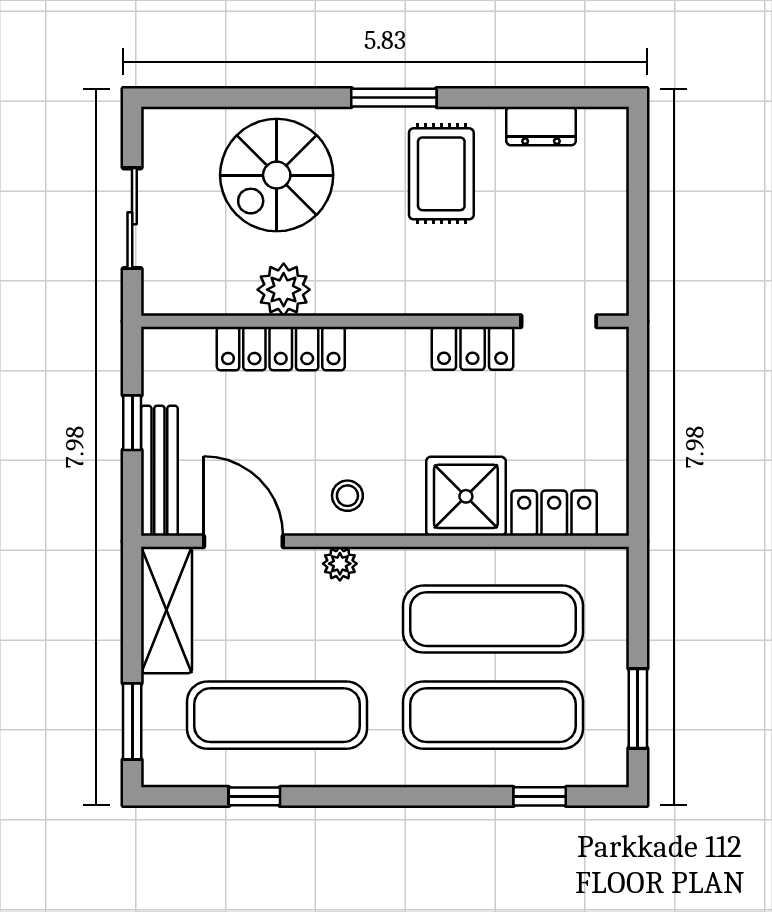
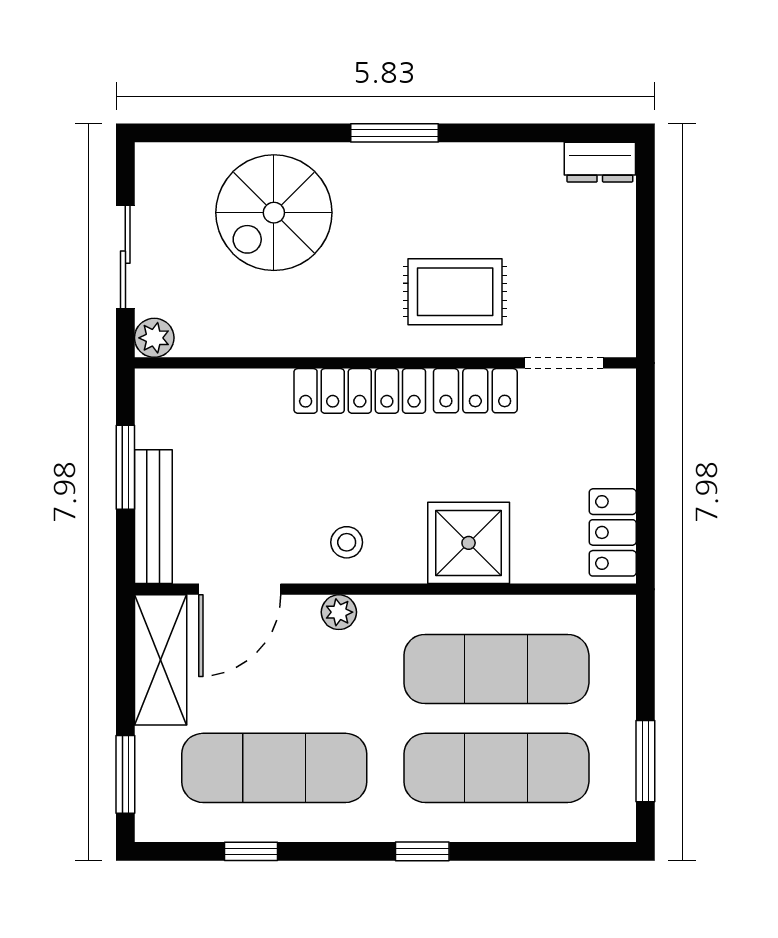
dresser: (541, 126) -> (600, 162), moved
rug: (441, 174) -> (455, 292), moved, turned 90
plant: (284, 290) -> (154, 338), moved, width x0.73, depth x0.73
locker: (281, 348) -> (360, 391), moved
window: (132, 423) -> (125, 467), width x1.50
locker: (554, 513) -> (613, 532), moved, turned -90
door: (243, 541) -> (240, 589), swing flipped
window: (540, 796) -> (422, 851), moved

